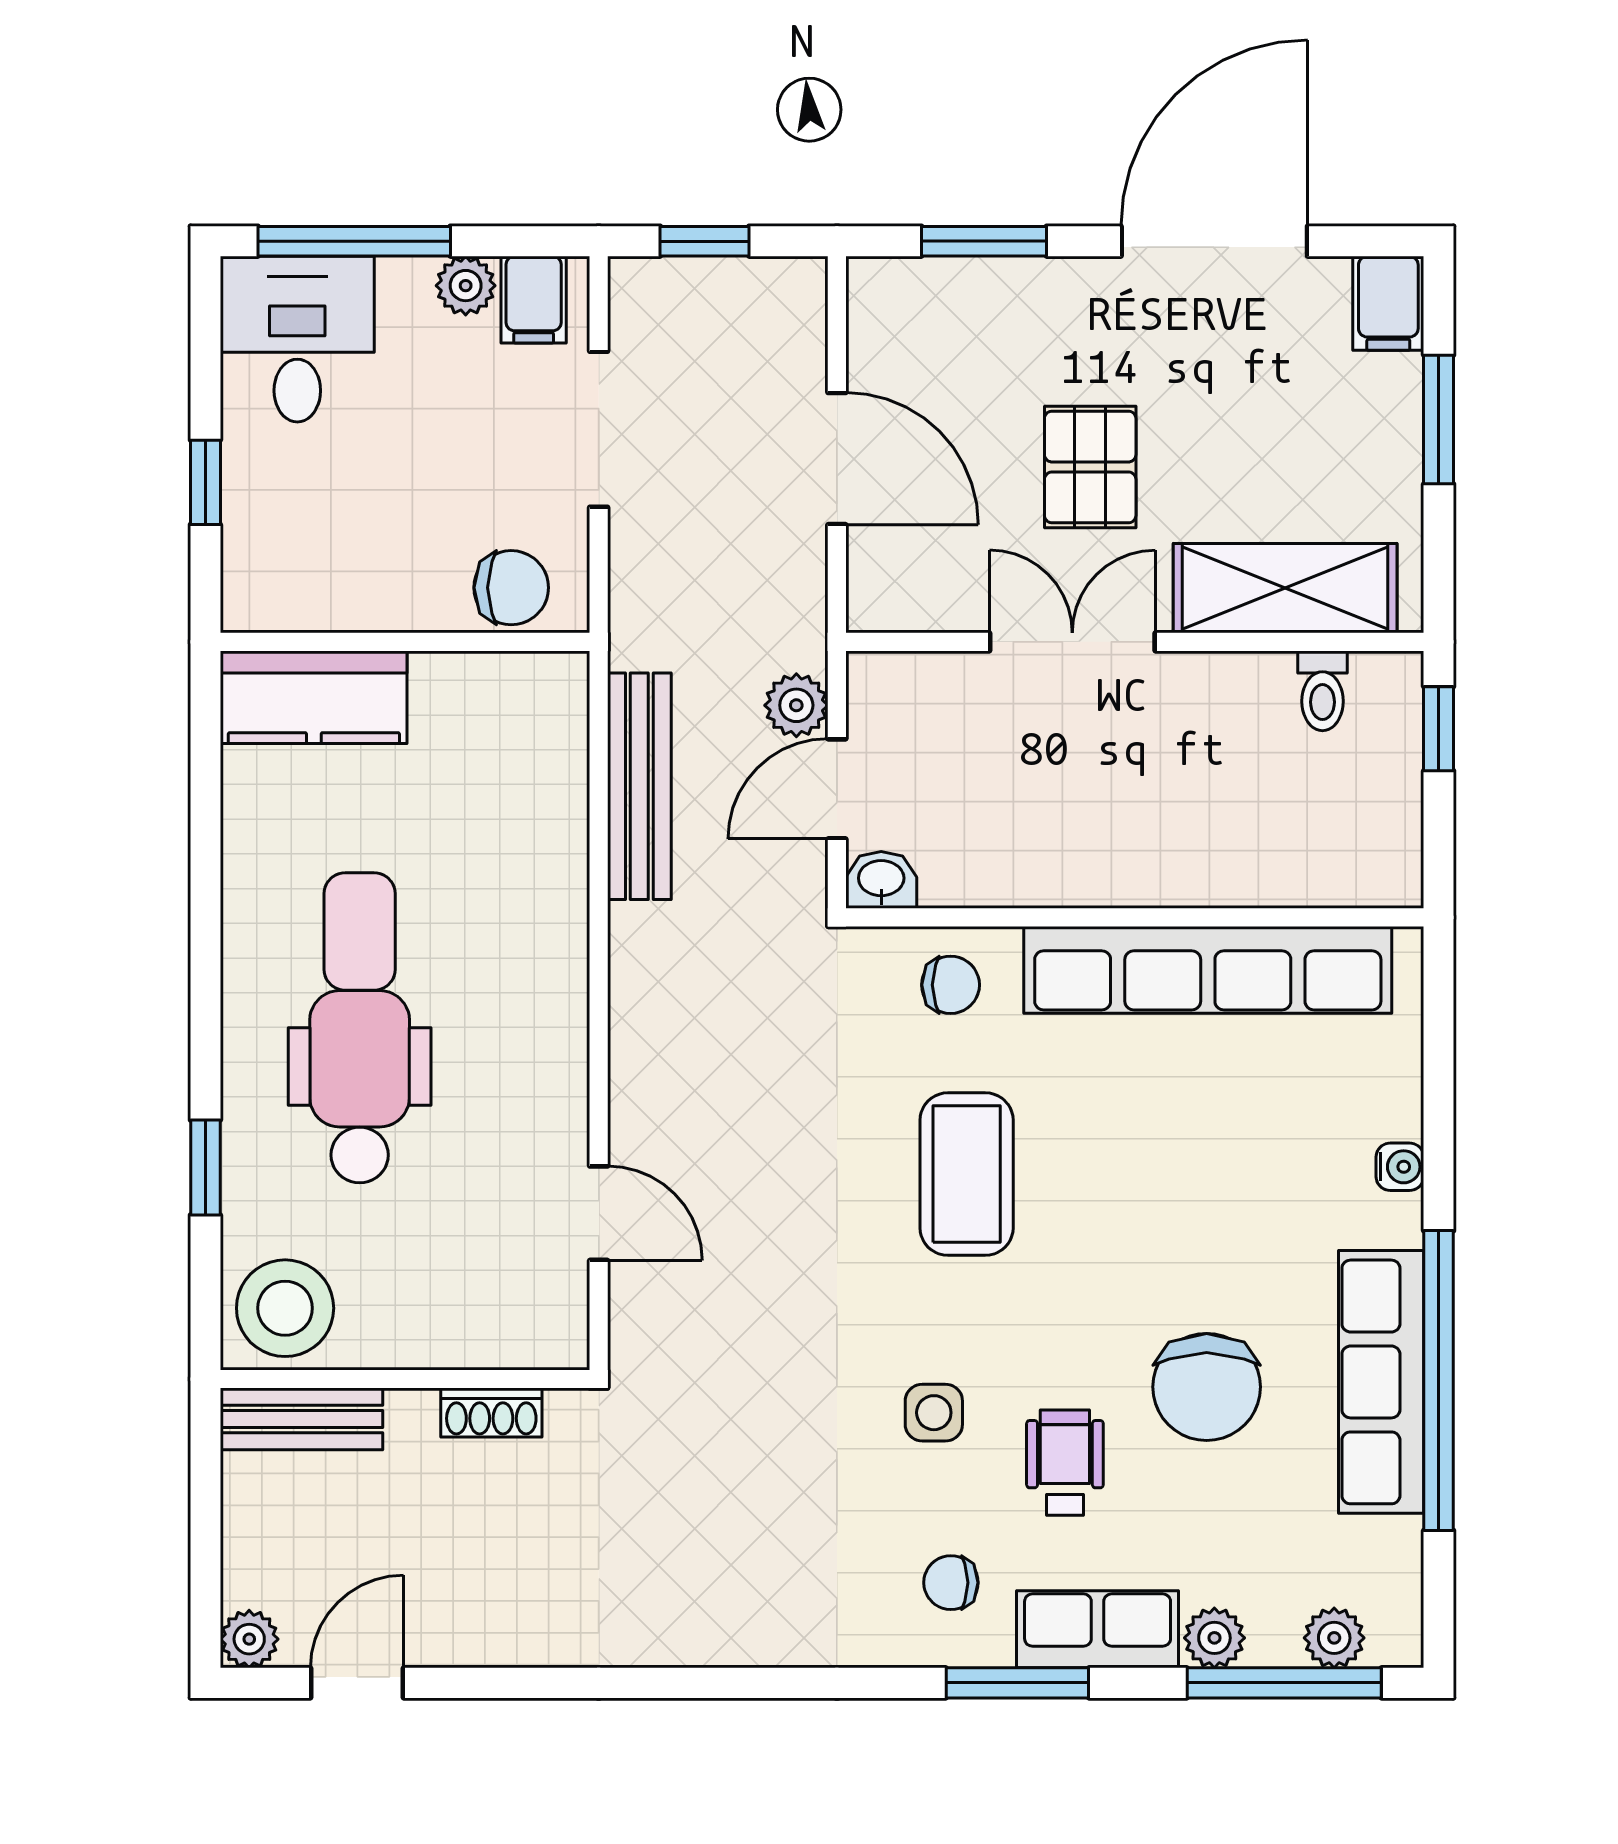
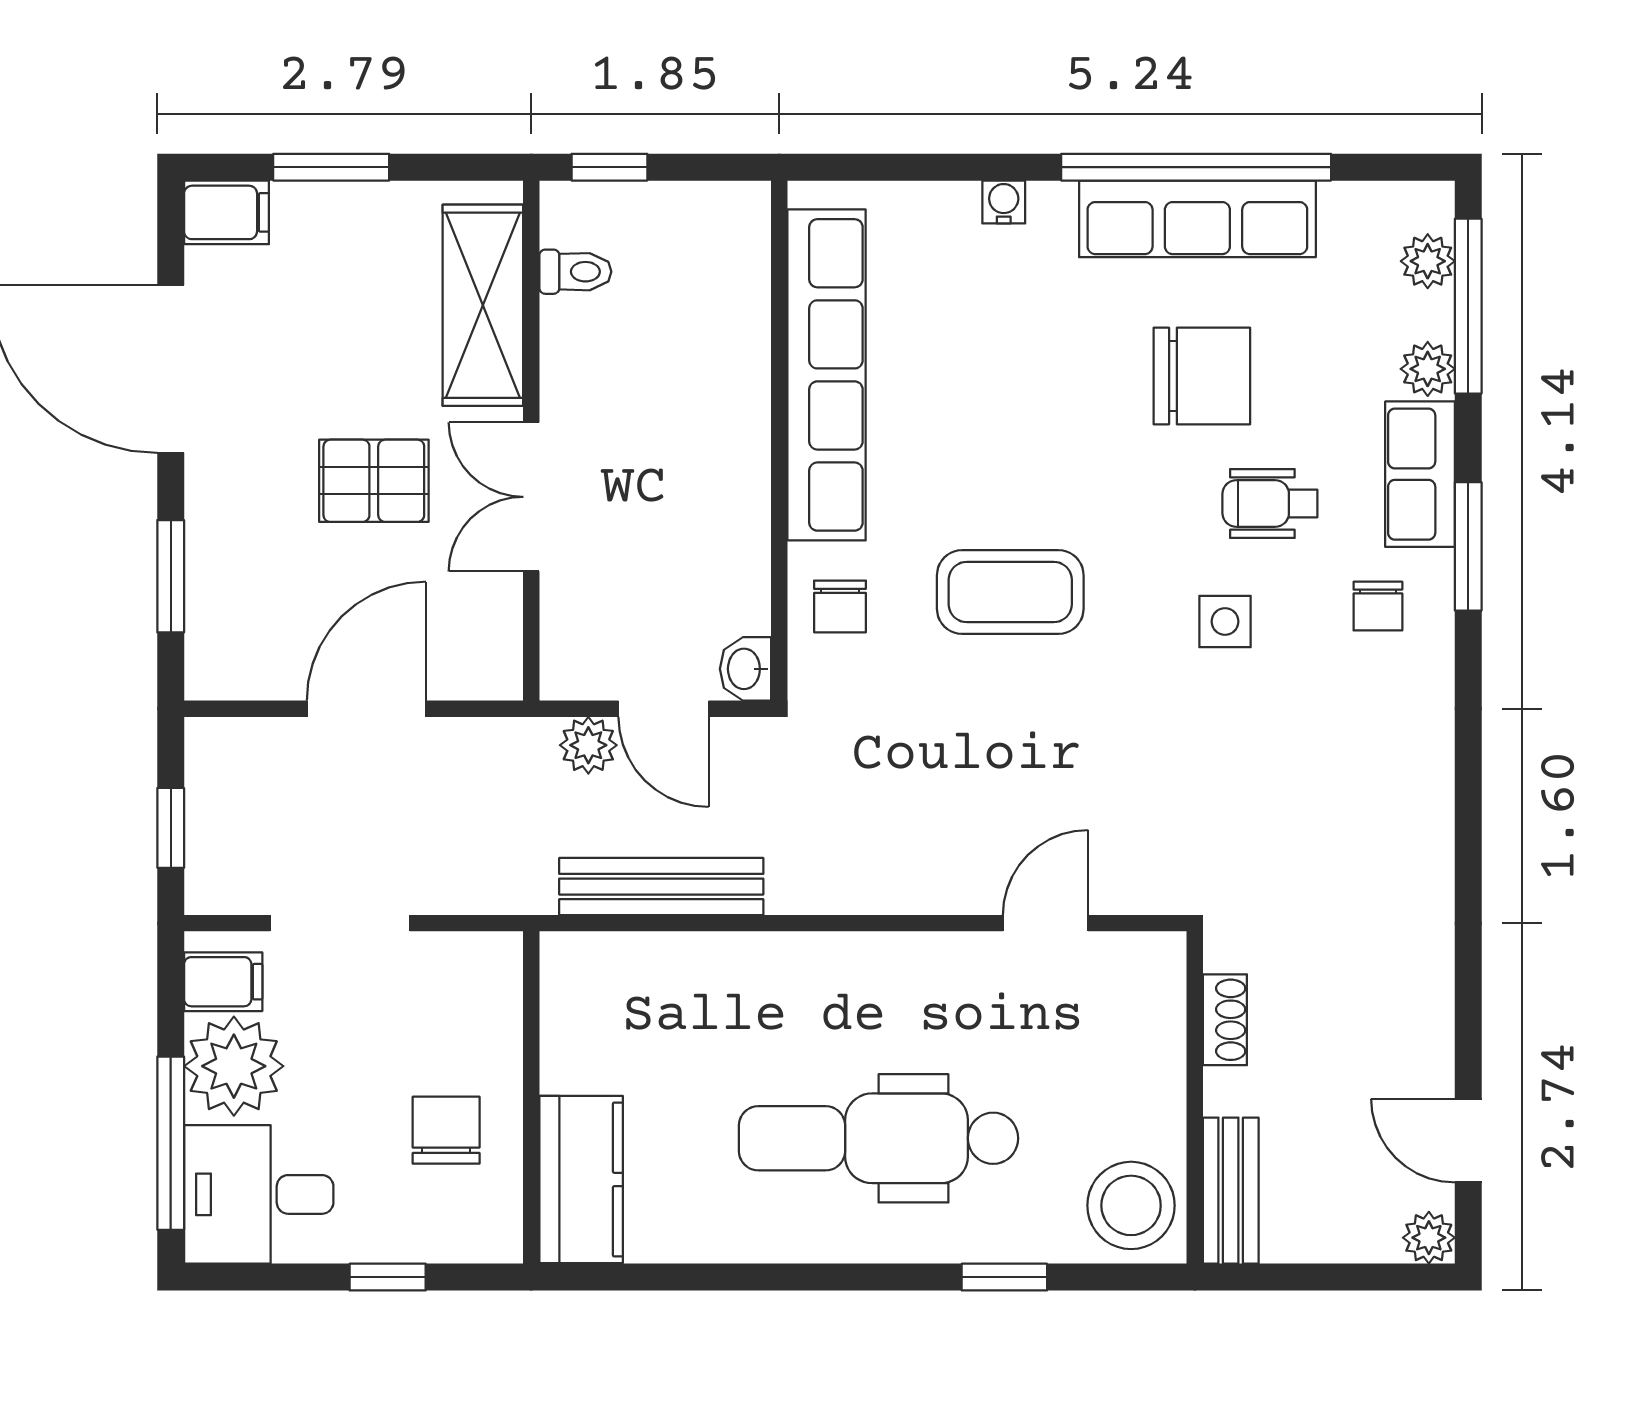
plant: (466, 286) -> (234, 1066), width x1.88, depth x1.88
chair: (511, 588) -> (446, 1130), moved
chair: (951, 985) -> (840, 606), turned 180

